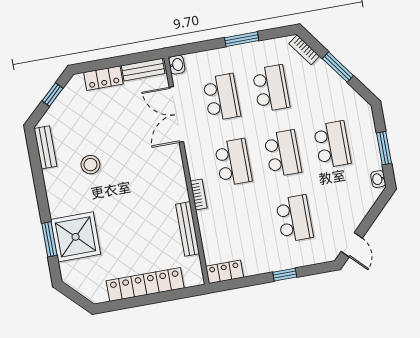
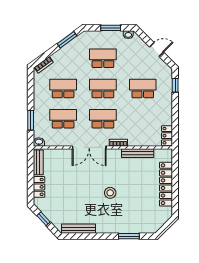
window: (242, 39) -> (31, 120), moved
window: (338, 67) -> (67, 40), moved
double door: (176, 114) -> (89, 147), moved
bench: (45, 147) -> (78, 229), width x1.36
stool: (90, 165) -> (110, 193), moved
shower: (76, 237) -> (130, 220), removed
door: (352, 245) -> (157, 49), moved
window: (285, 275) -> (175, 85), moved

